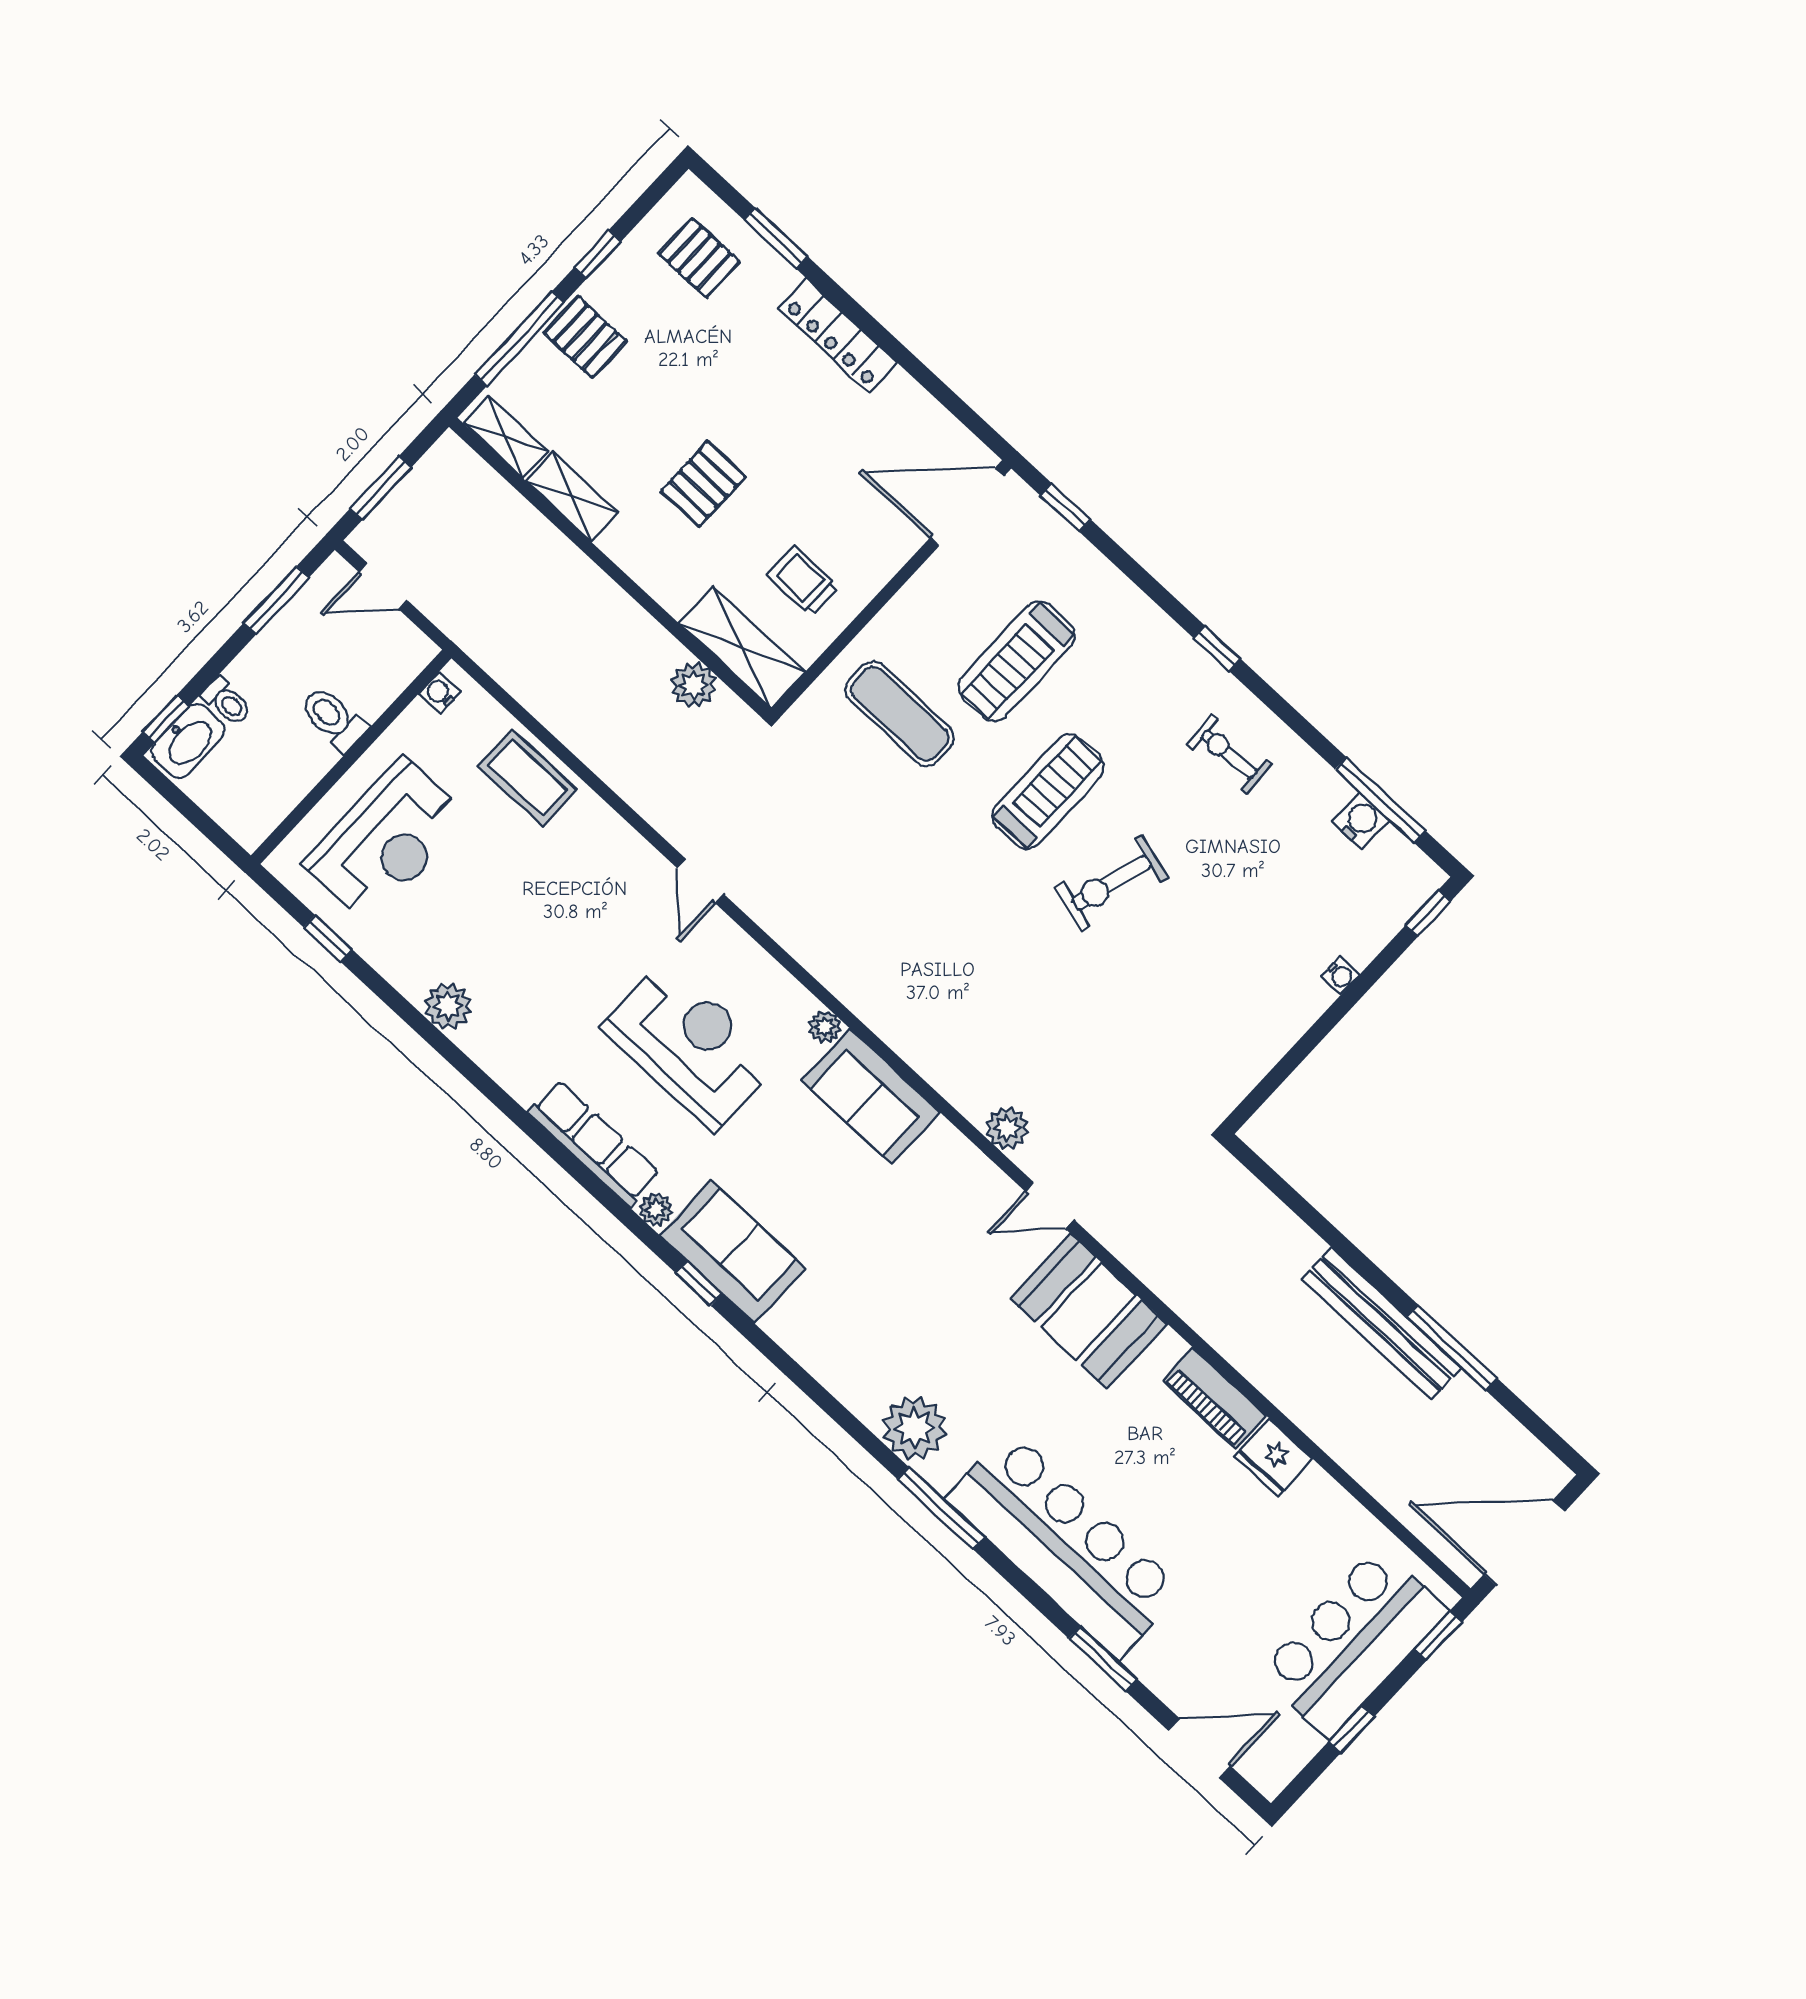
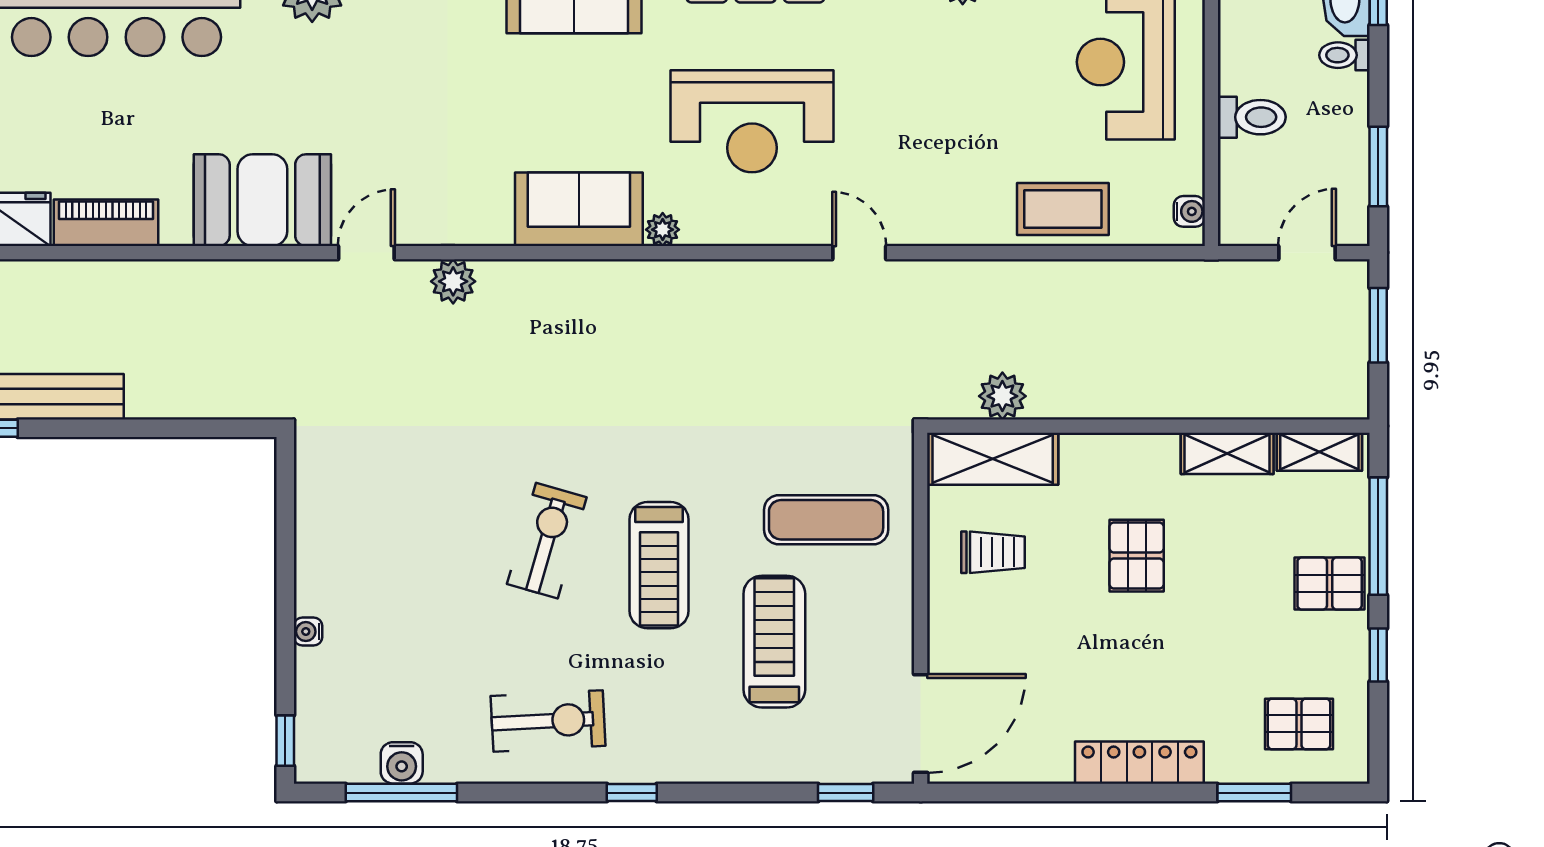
exercise bike: (1229, 754) -> (548, 721), width x1.38, depth x1.39

